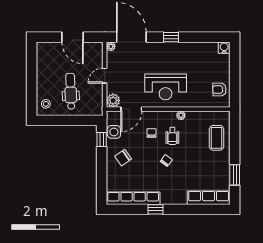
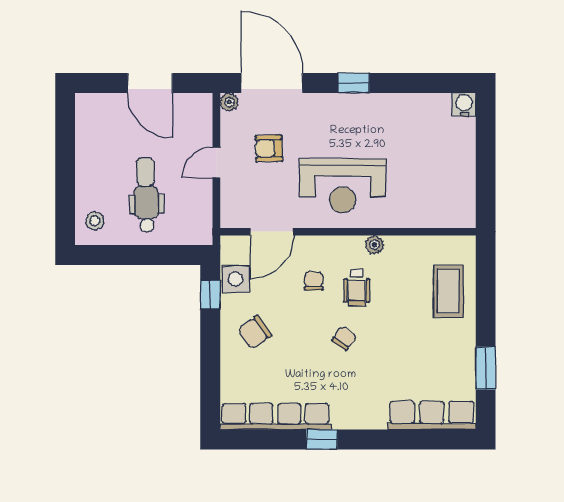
armchair: (219, 89) -> (269, 148), moved
plant: (113, 100) -> (234, 214), removed

